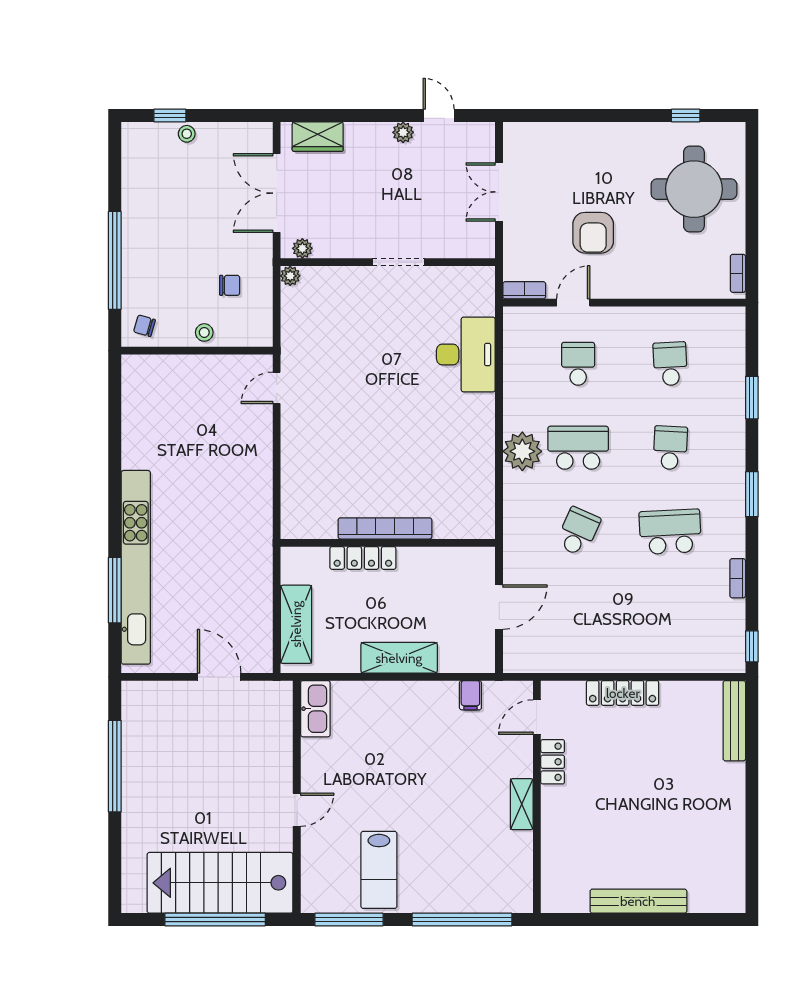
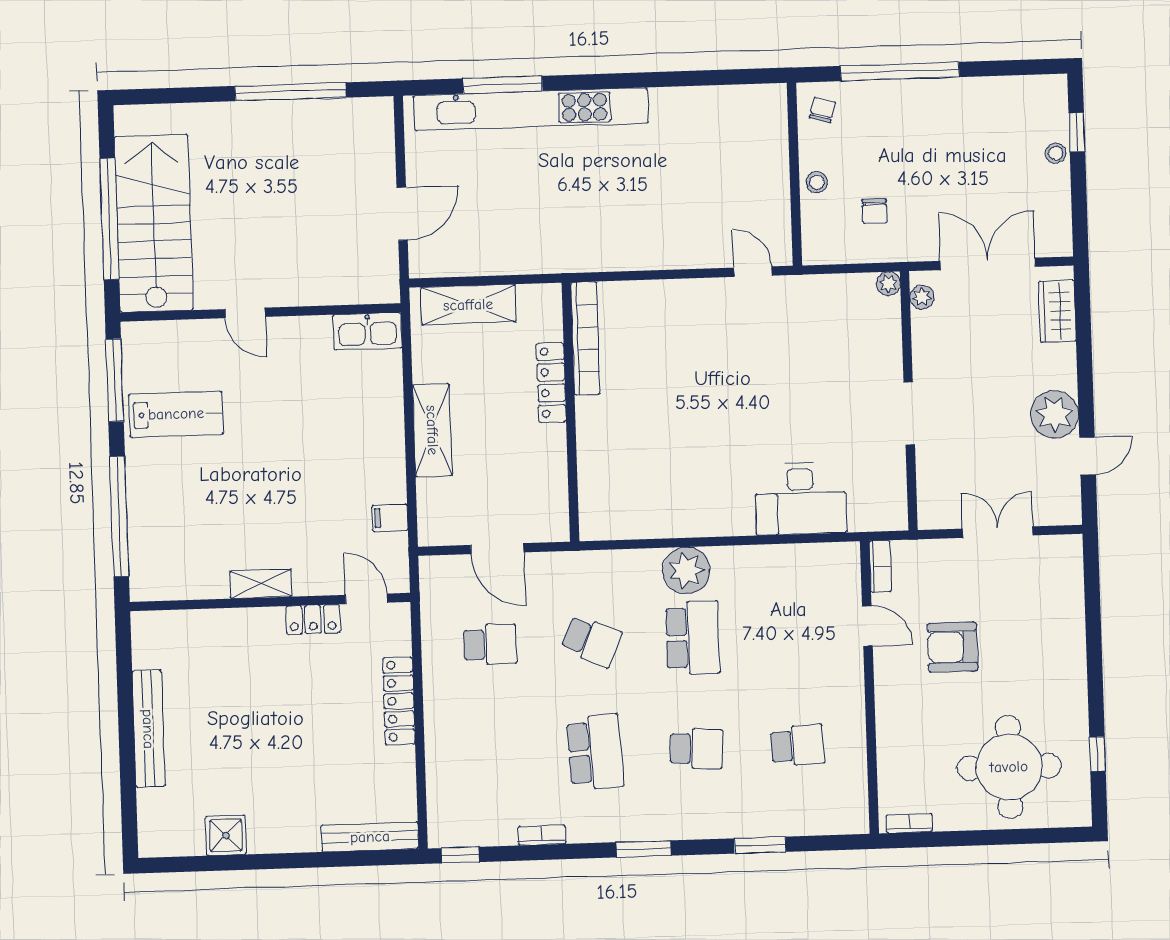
plant: (403, 132) -> (1055, 414), width x1.87, depth x1.87
school desk: (578, 364) -> (490, 644), moved
bookcase: (385, 528) -> (585, 338), moved
shower: (729, 840) -> (226, 835), added
lab bench: (379, 870) -> (176, 414), turned 180

